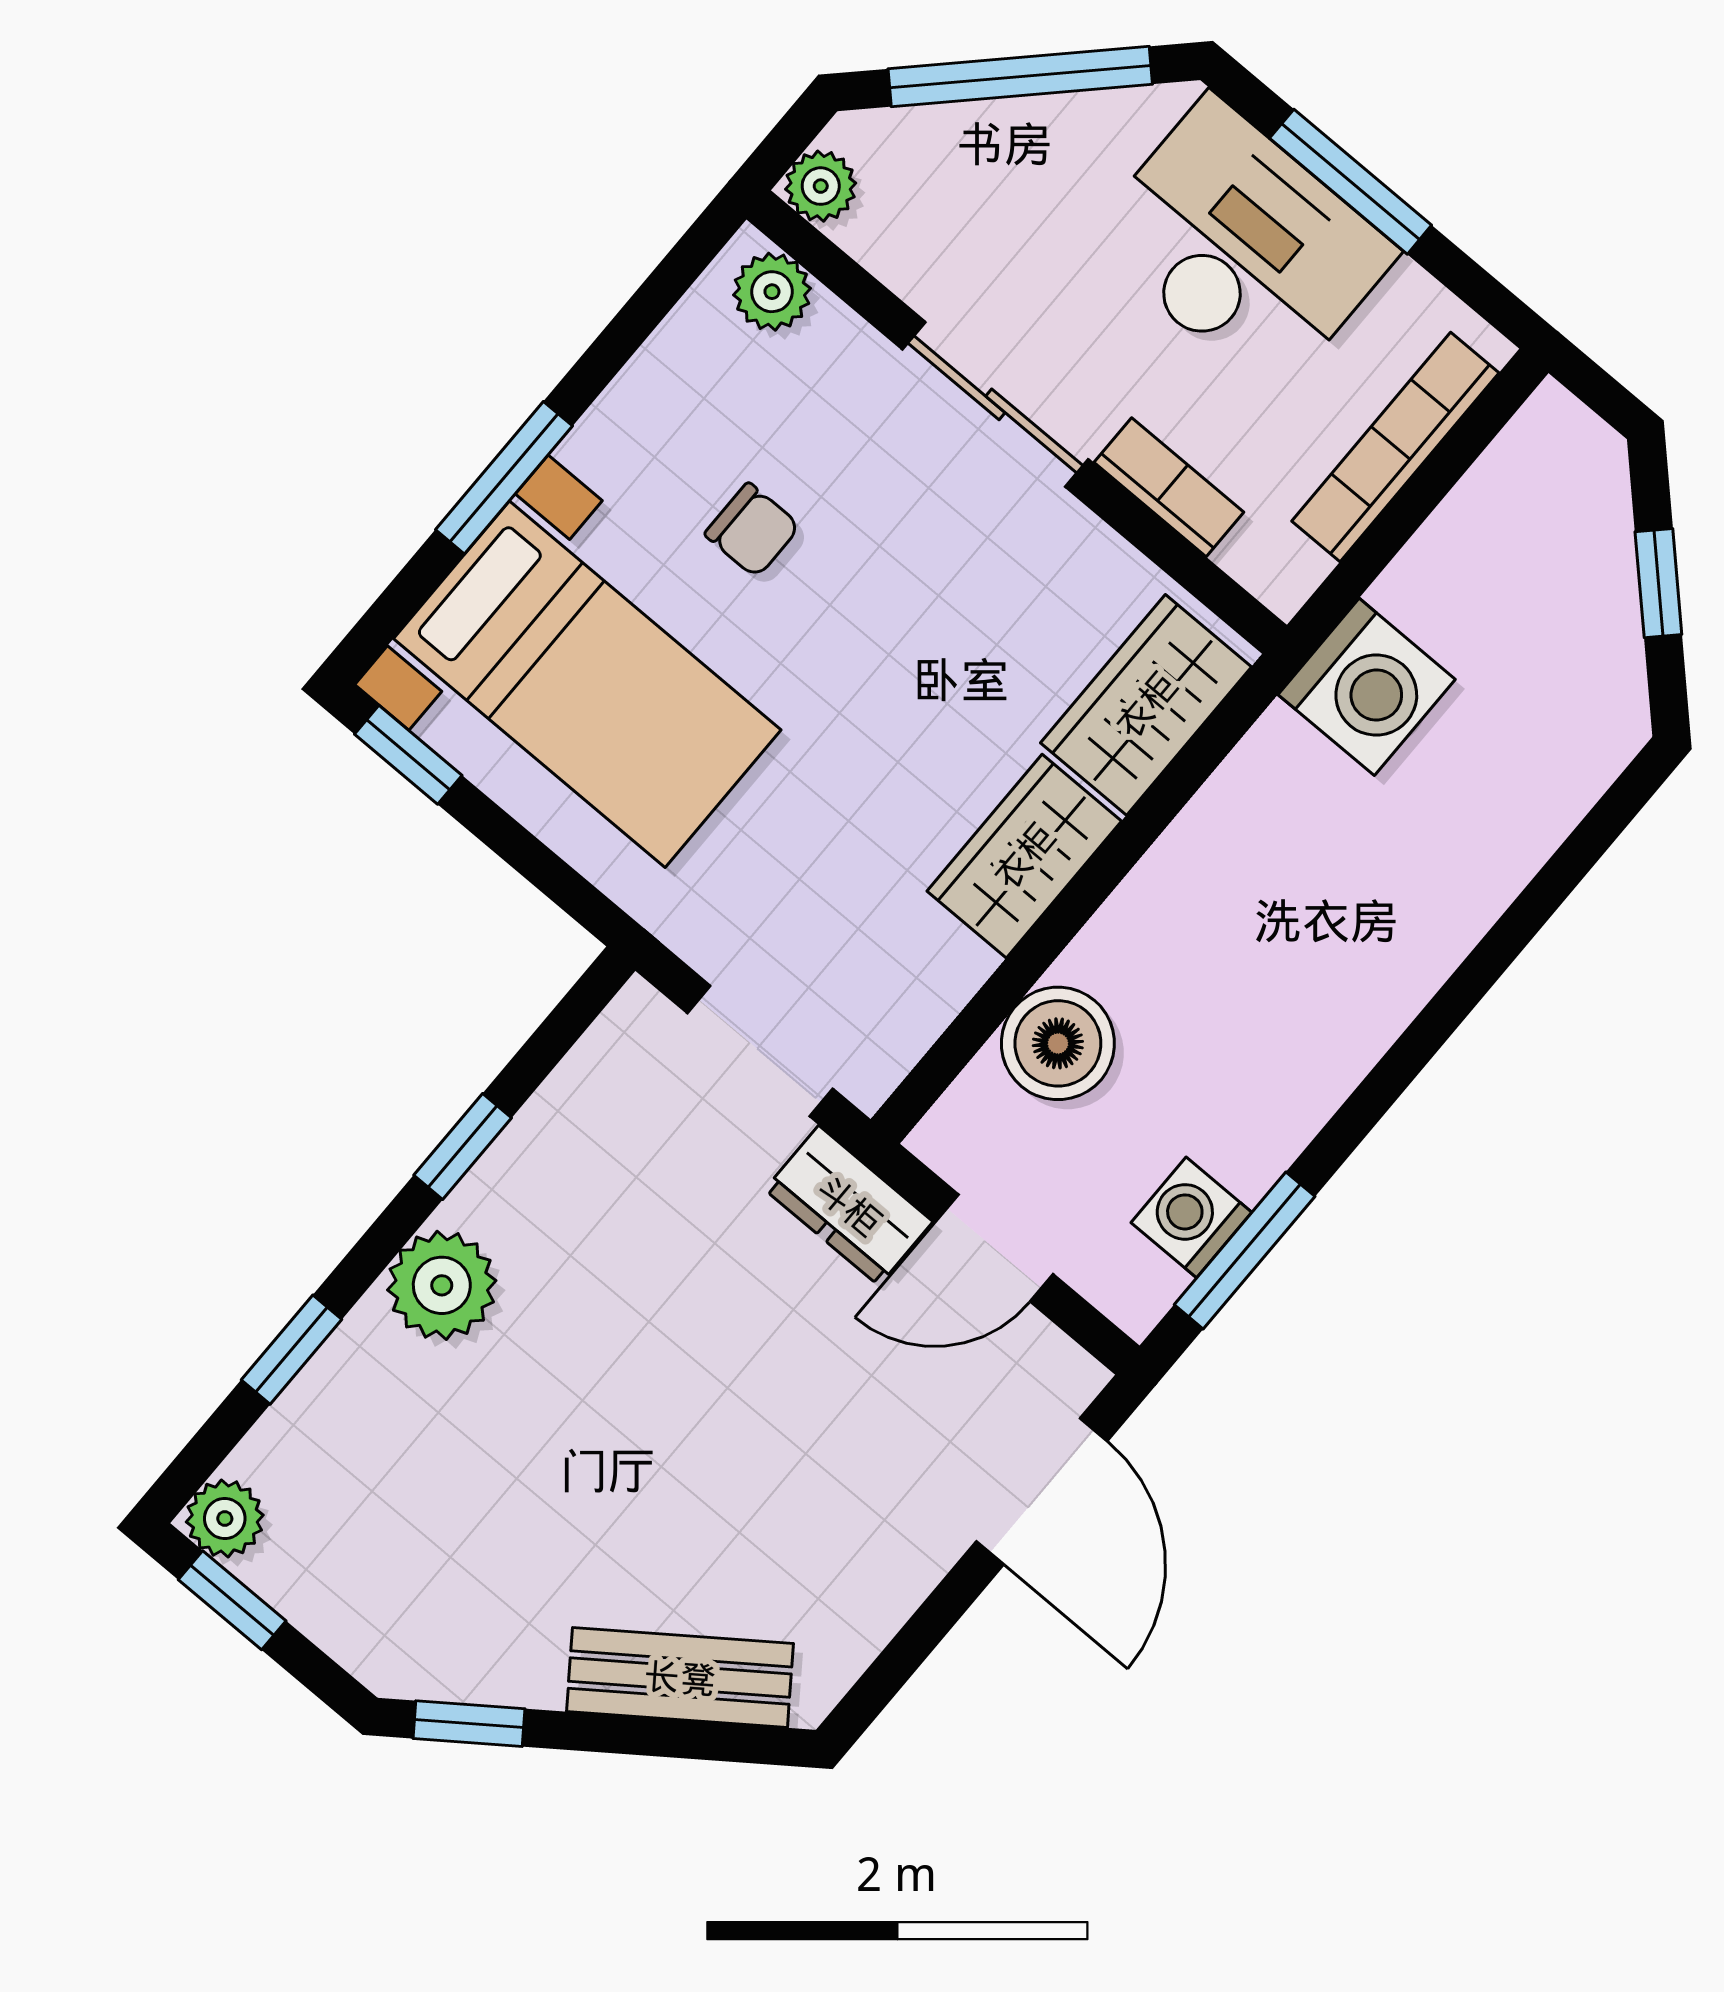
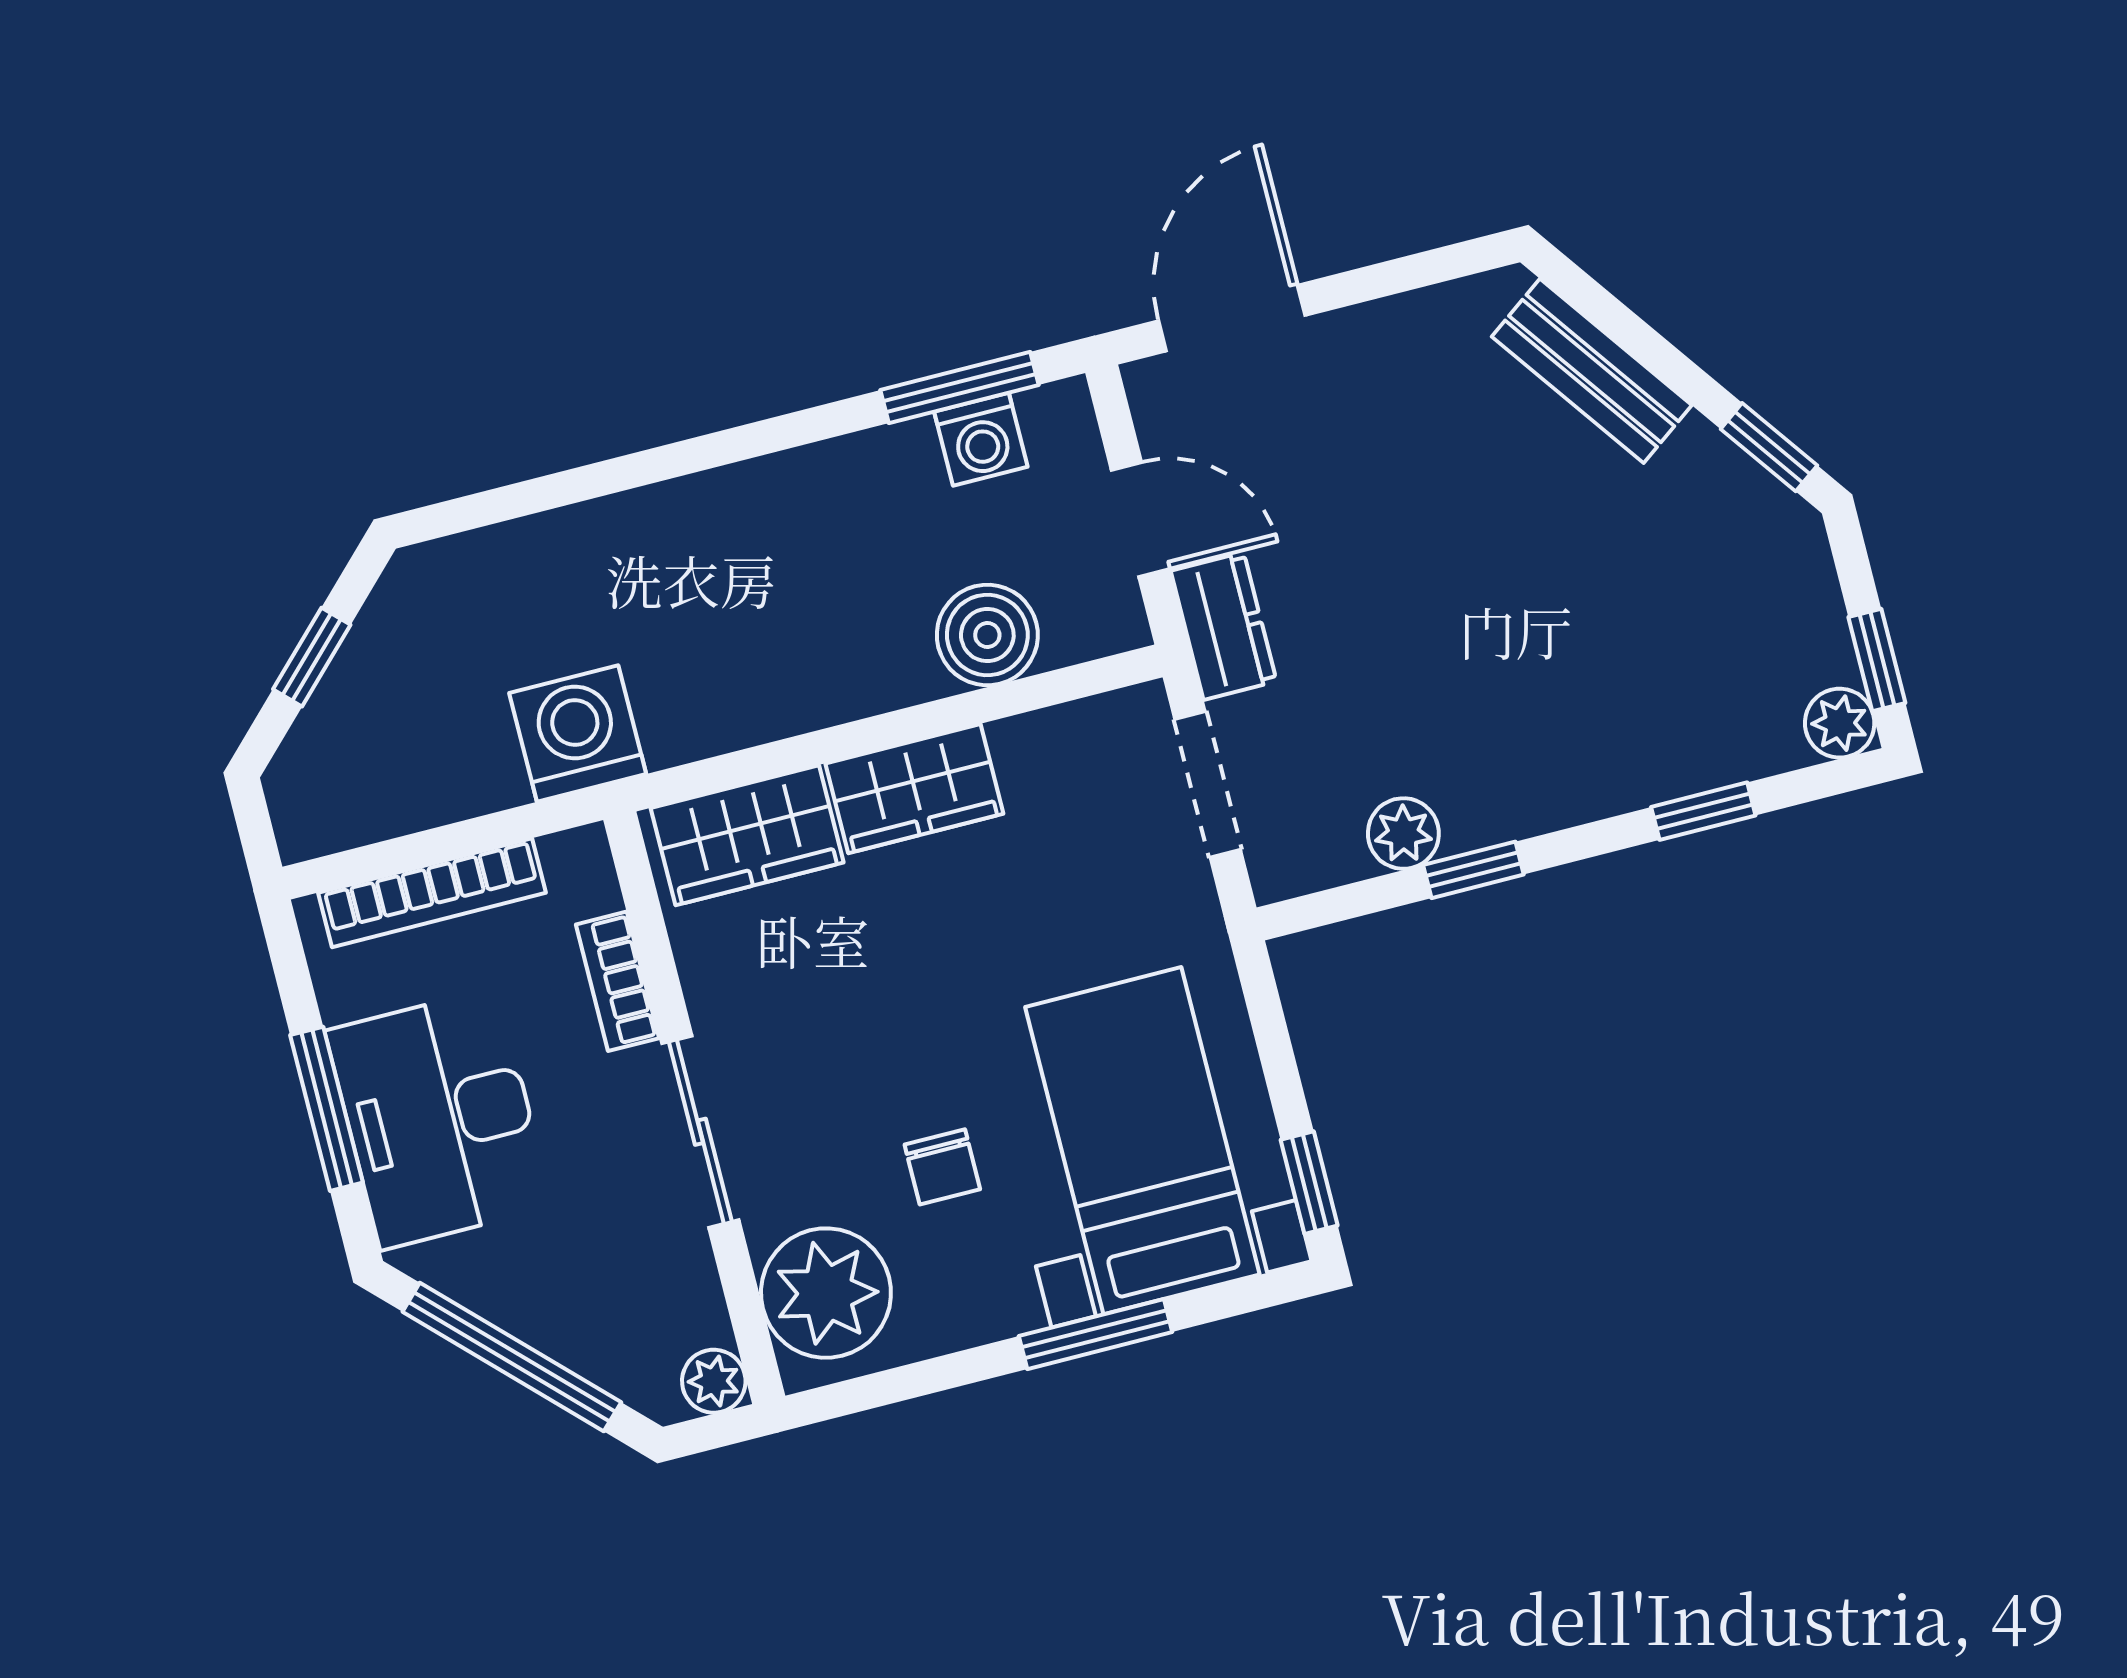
plant: (772, 292) -> (826, 1293), width x1.88, depth x1.88
chair: (752, 530) -> (942, 1167), turned 180
plant: (442, 1285) -> (1403, 834), moved, width x0.73, depth x0.73

